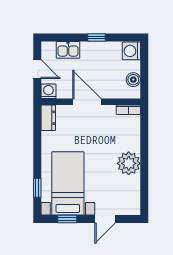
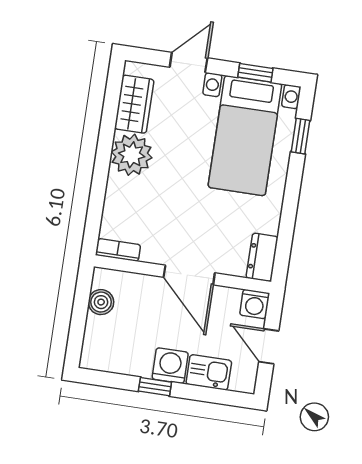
washing machine: (131, 51) -> (170, 366), moved, turned -90
wardrobe: (131, 191) -> (134, 104), added

